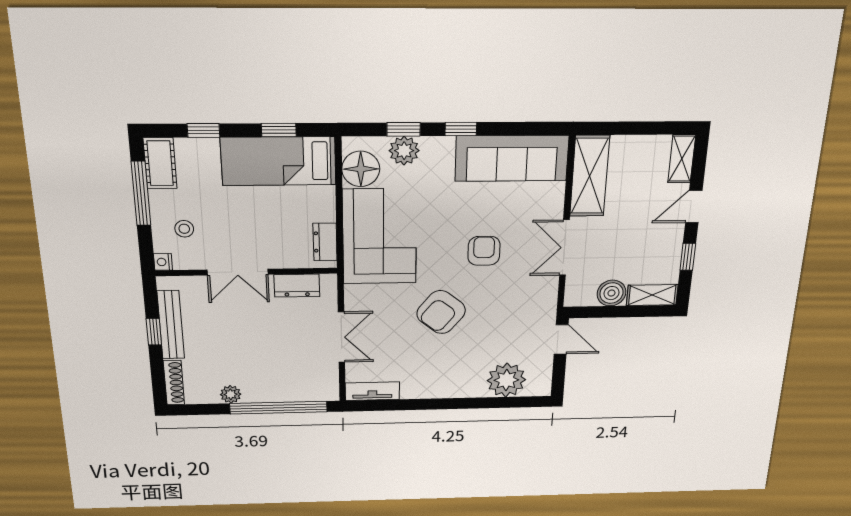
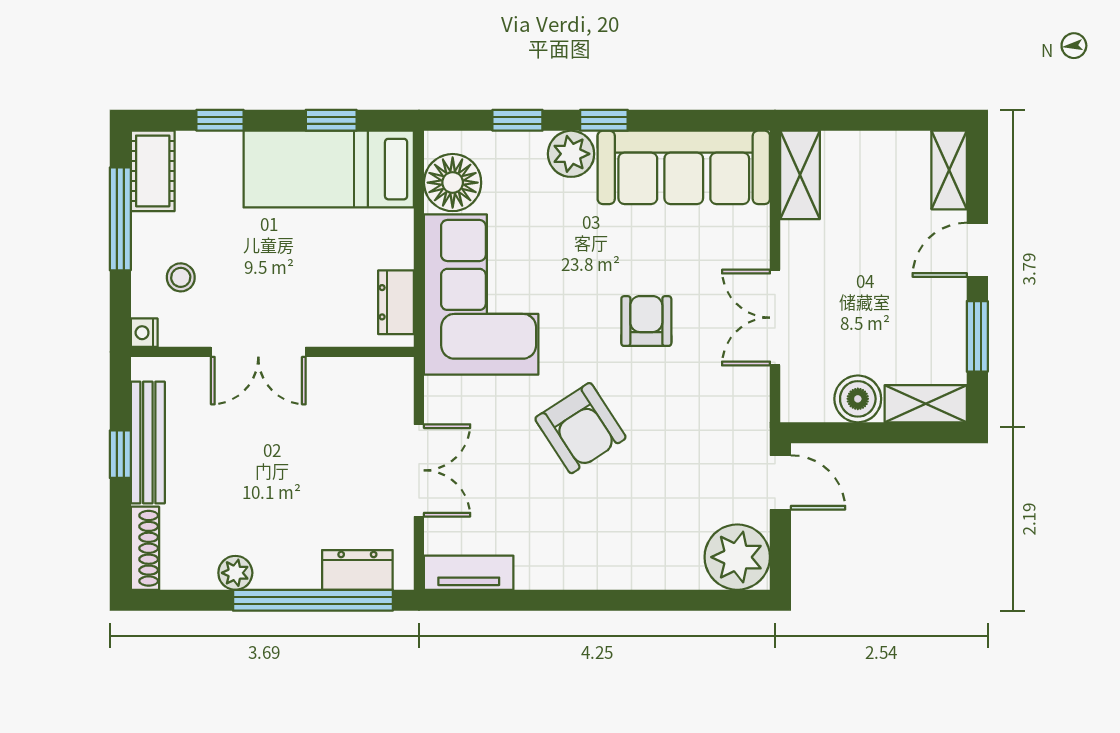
plant: (404, 151) -> (571, 154), moved
shelving: (590, 176) -> (800, 175), width x0.67, depth x0.75
window: (688, 257) -> (977, 336), width x1.50
dresser: (297, 286) -> (357, 570), moved, turned 180
armchair: (441, 312) -> (580, 428), turned -72
plant: (506, 380) -> (737, 557), moved

